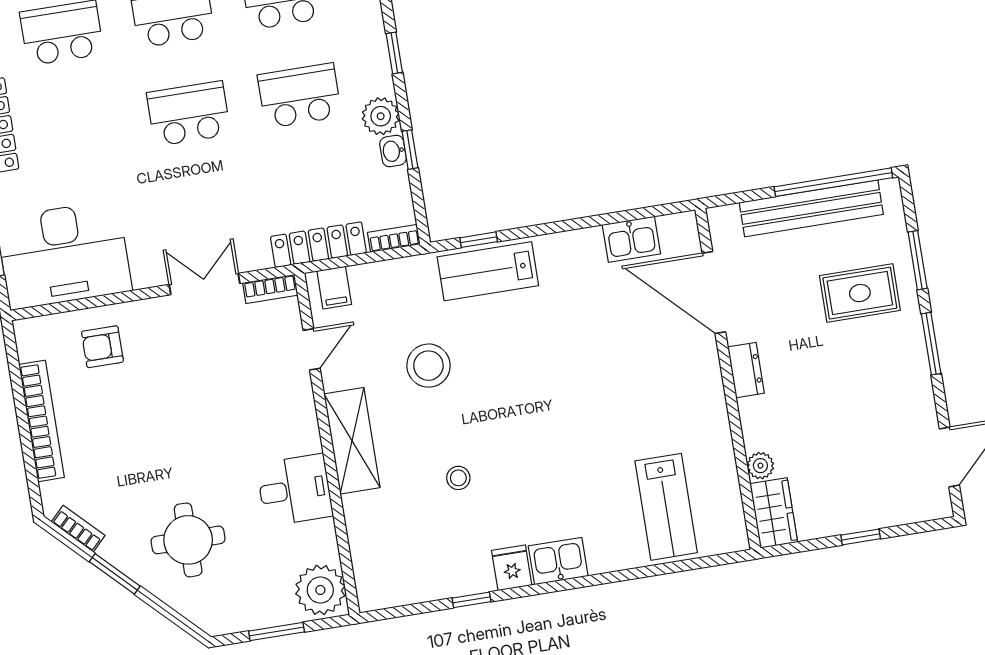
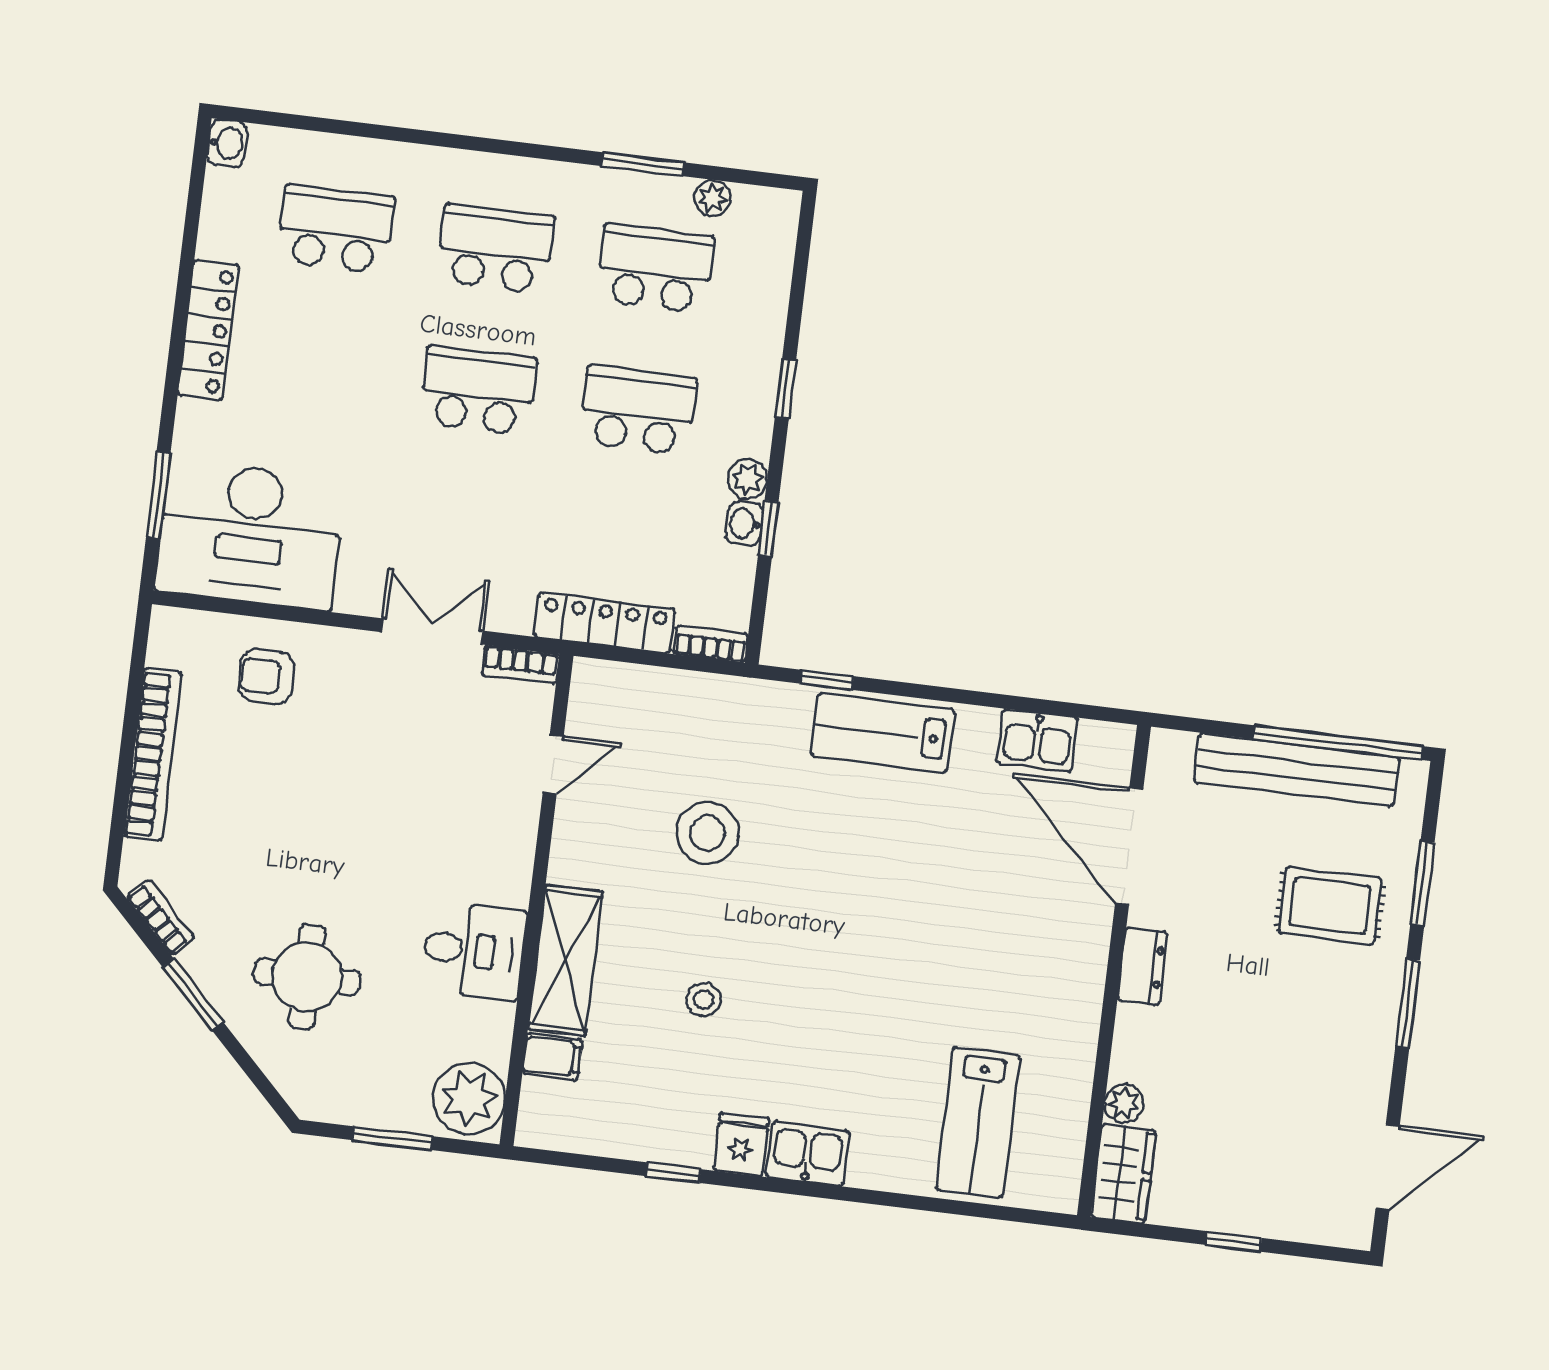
plant: (381, 116) -> (748, 479), width x0.73, depth x0.73
lab bench: (488, 271) -> (883, 733), moved
filing cabinet: (334, 288) -> (552, 1057), moved, turned -90
shelving: (352, 441) -> (565, 960), moved

